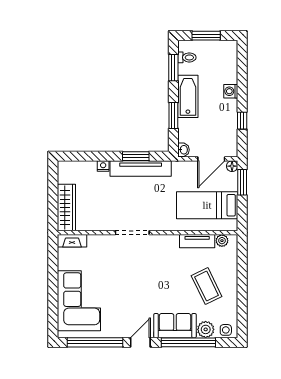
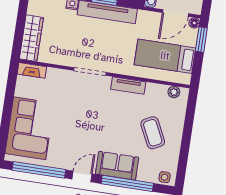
tv unit: (197, 241) -> (128, 86), moved
plant: (206, 329) -> (146, 174), removed

